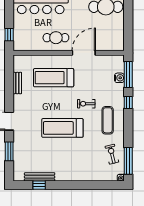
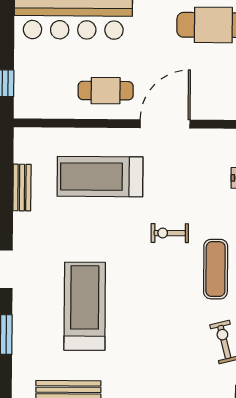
treadmill: (62, 128) -> (85, 306), moved, turned 90

